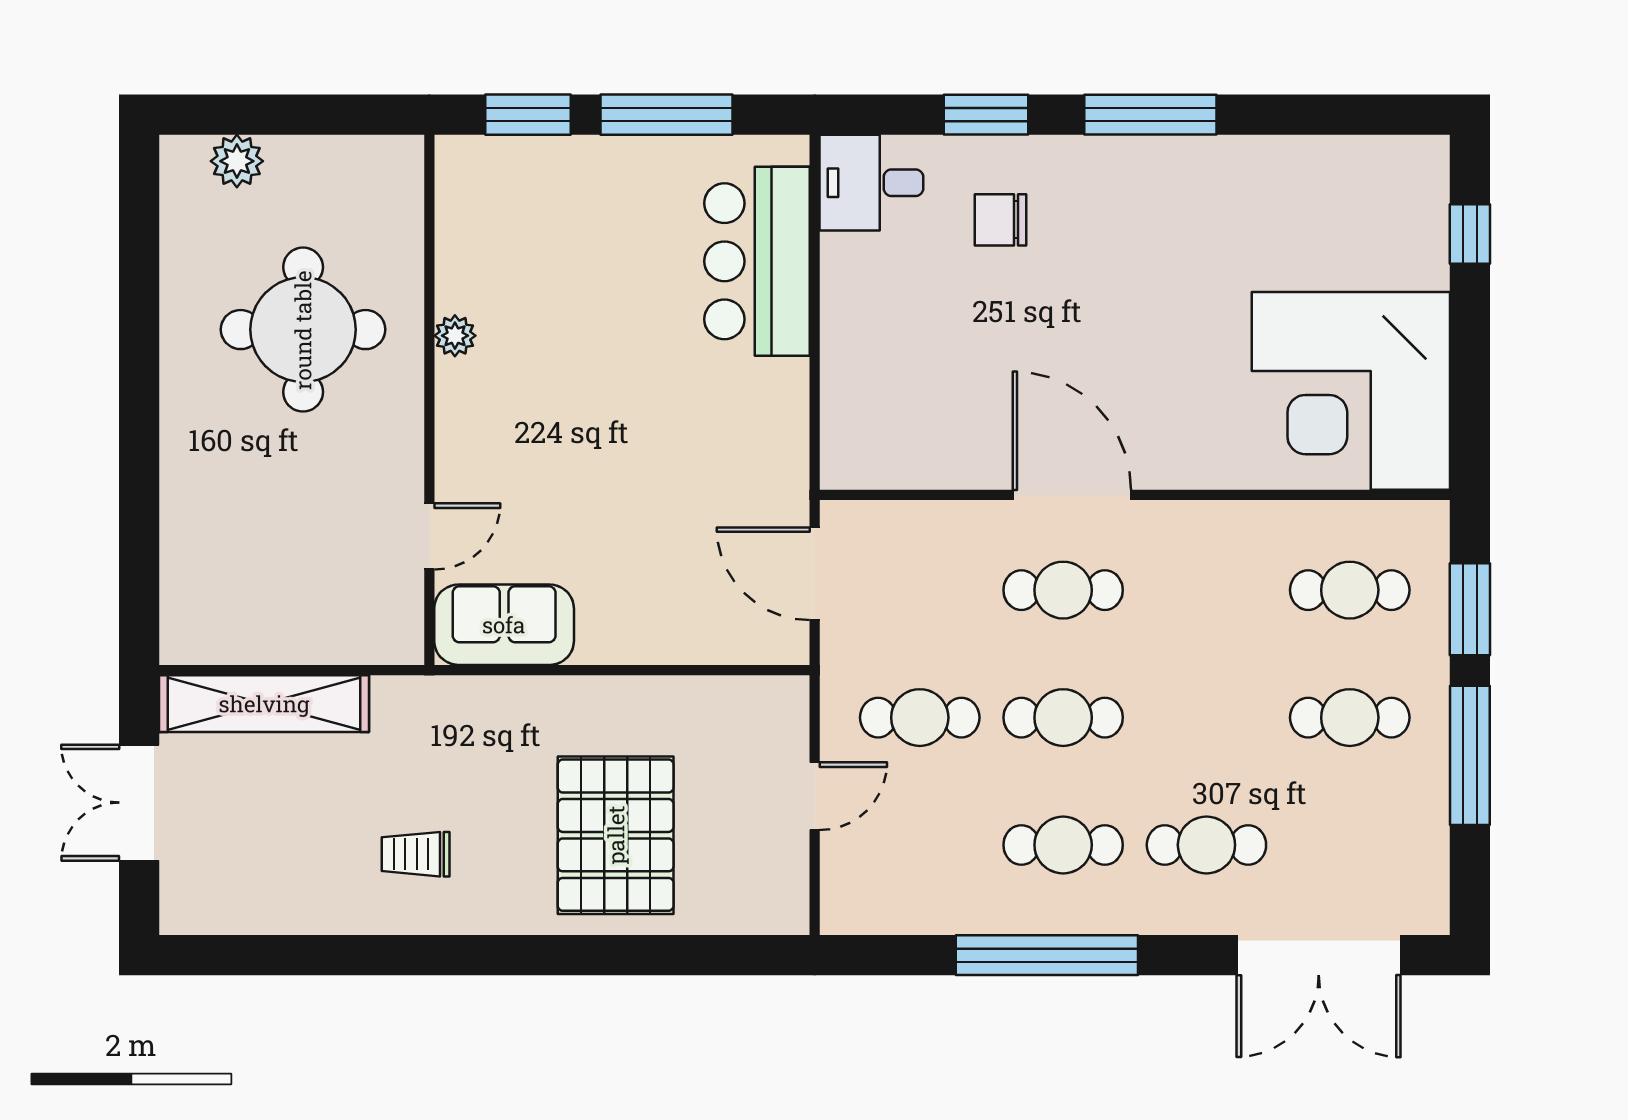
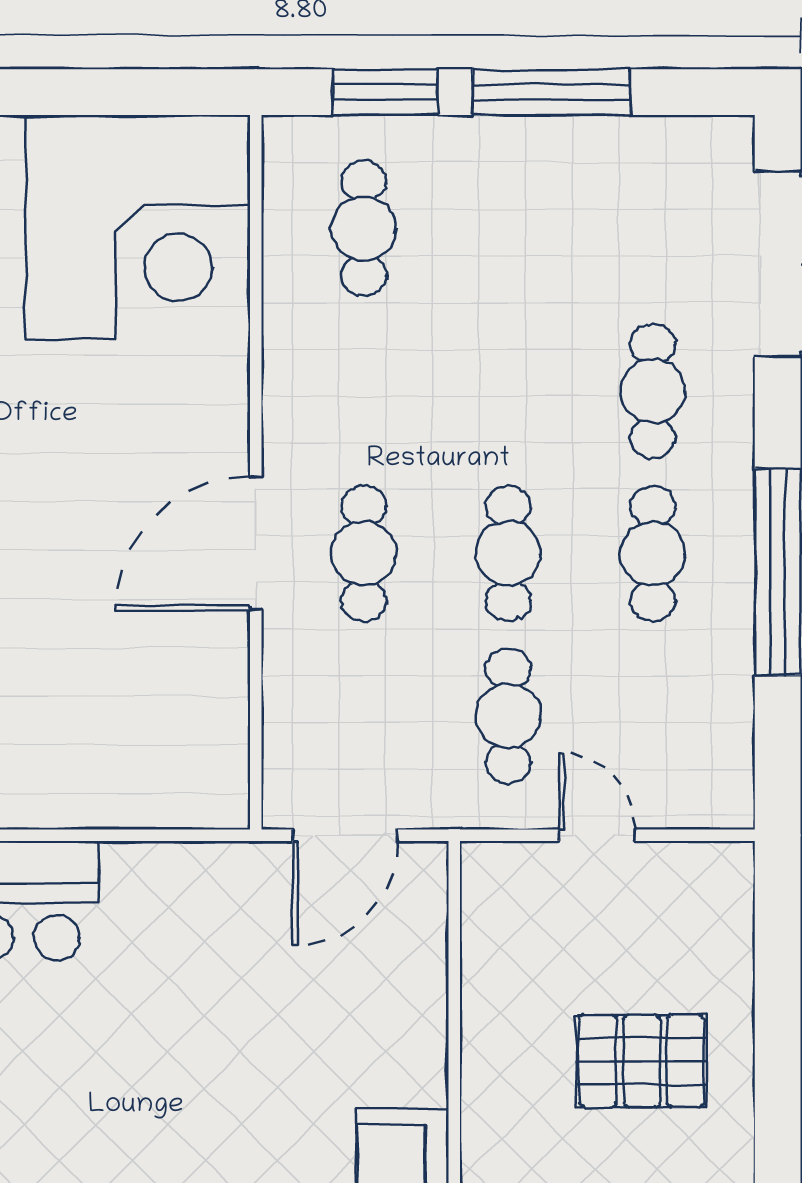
cafe table: (1350, 718) -> (508, 228), removed
pallet: (616, 835) -> (642, 1061), width x0.73, depth x0.71

